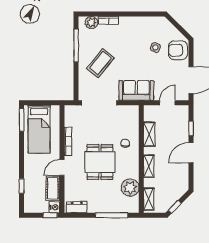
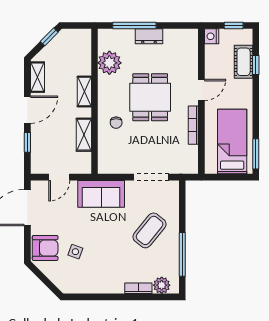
doorway: (99, 103) -> (151, 177), width x0.73
cot: (53, 188) -> (244, 62), moved
shelving: (149, 199) -> (37, 77), moved
dresser: (77, 207) -> (149, 36), moved
window: (50, 215) -> (234, 25), moved

